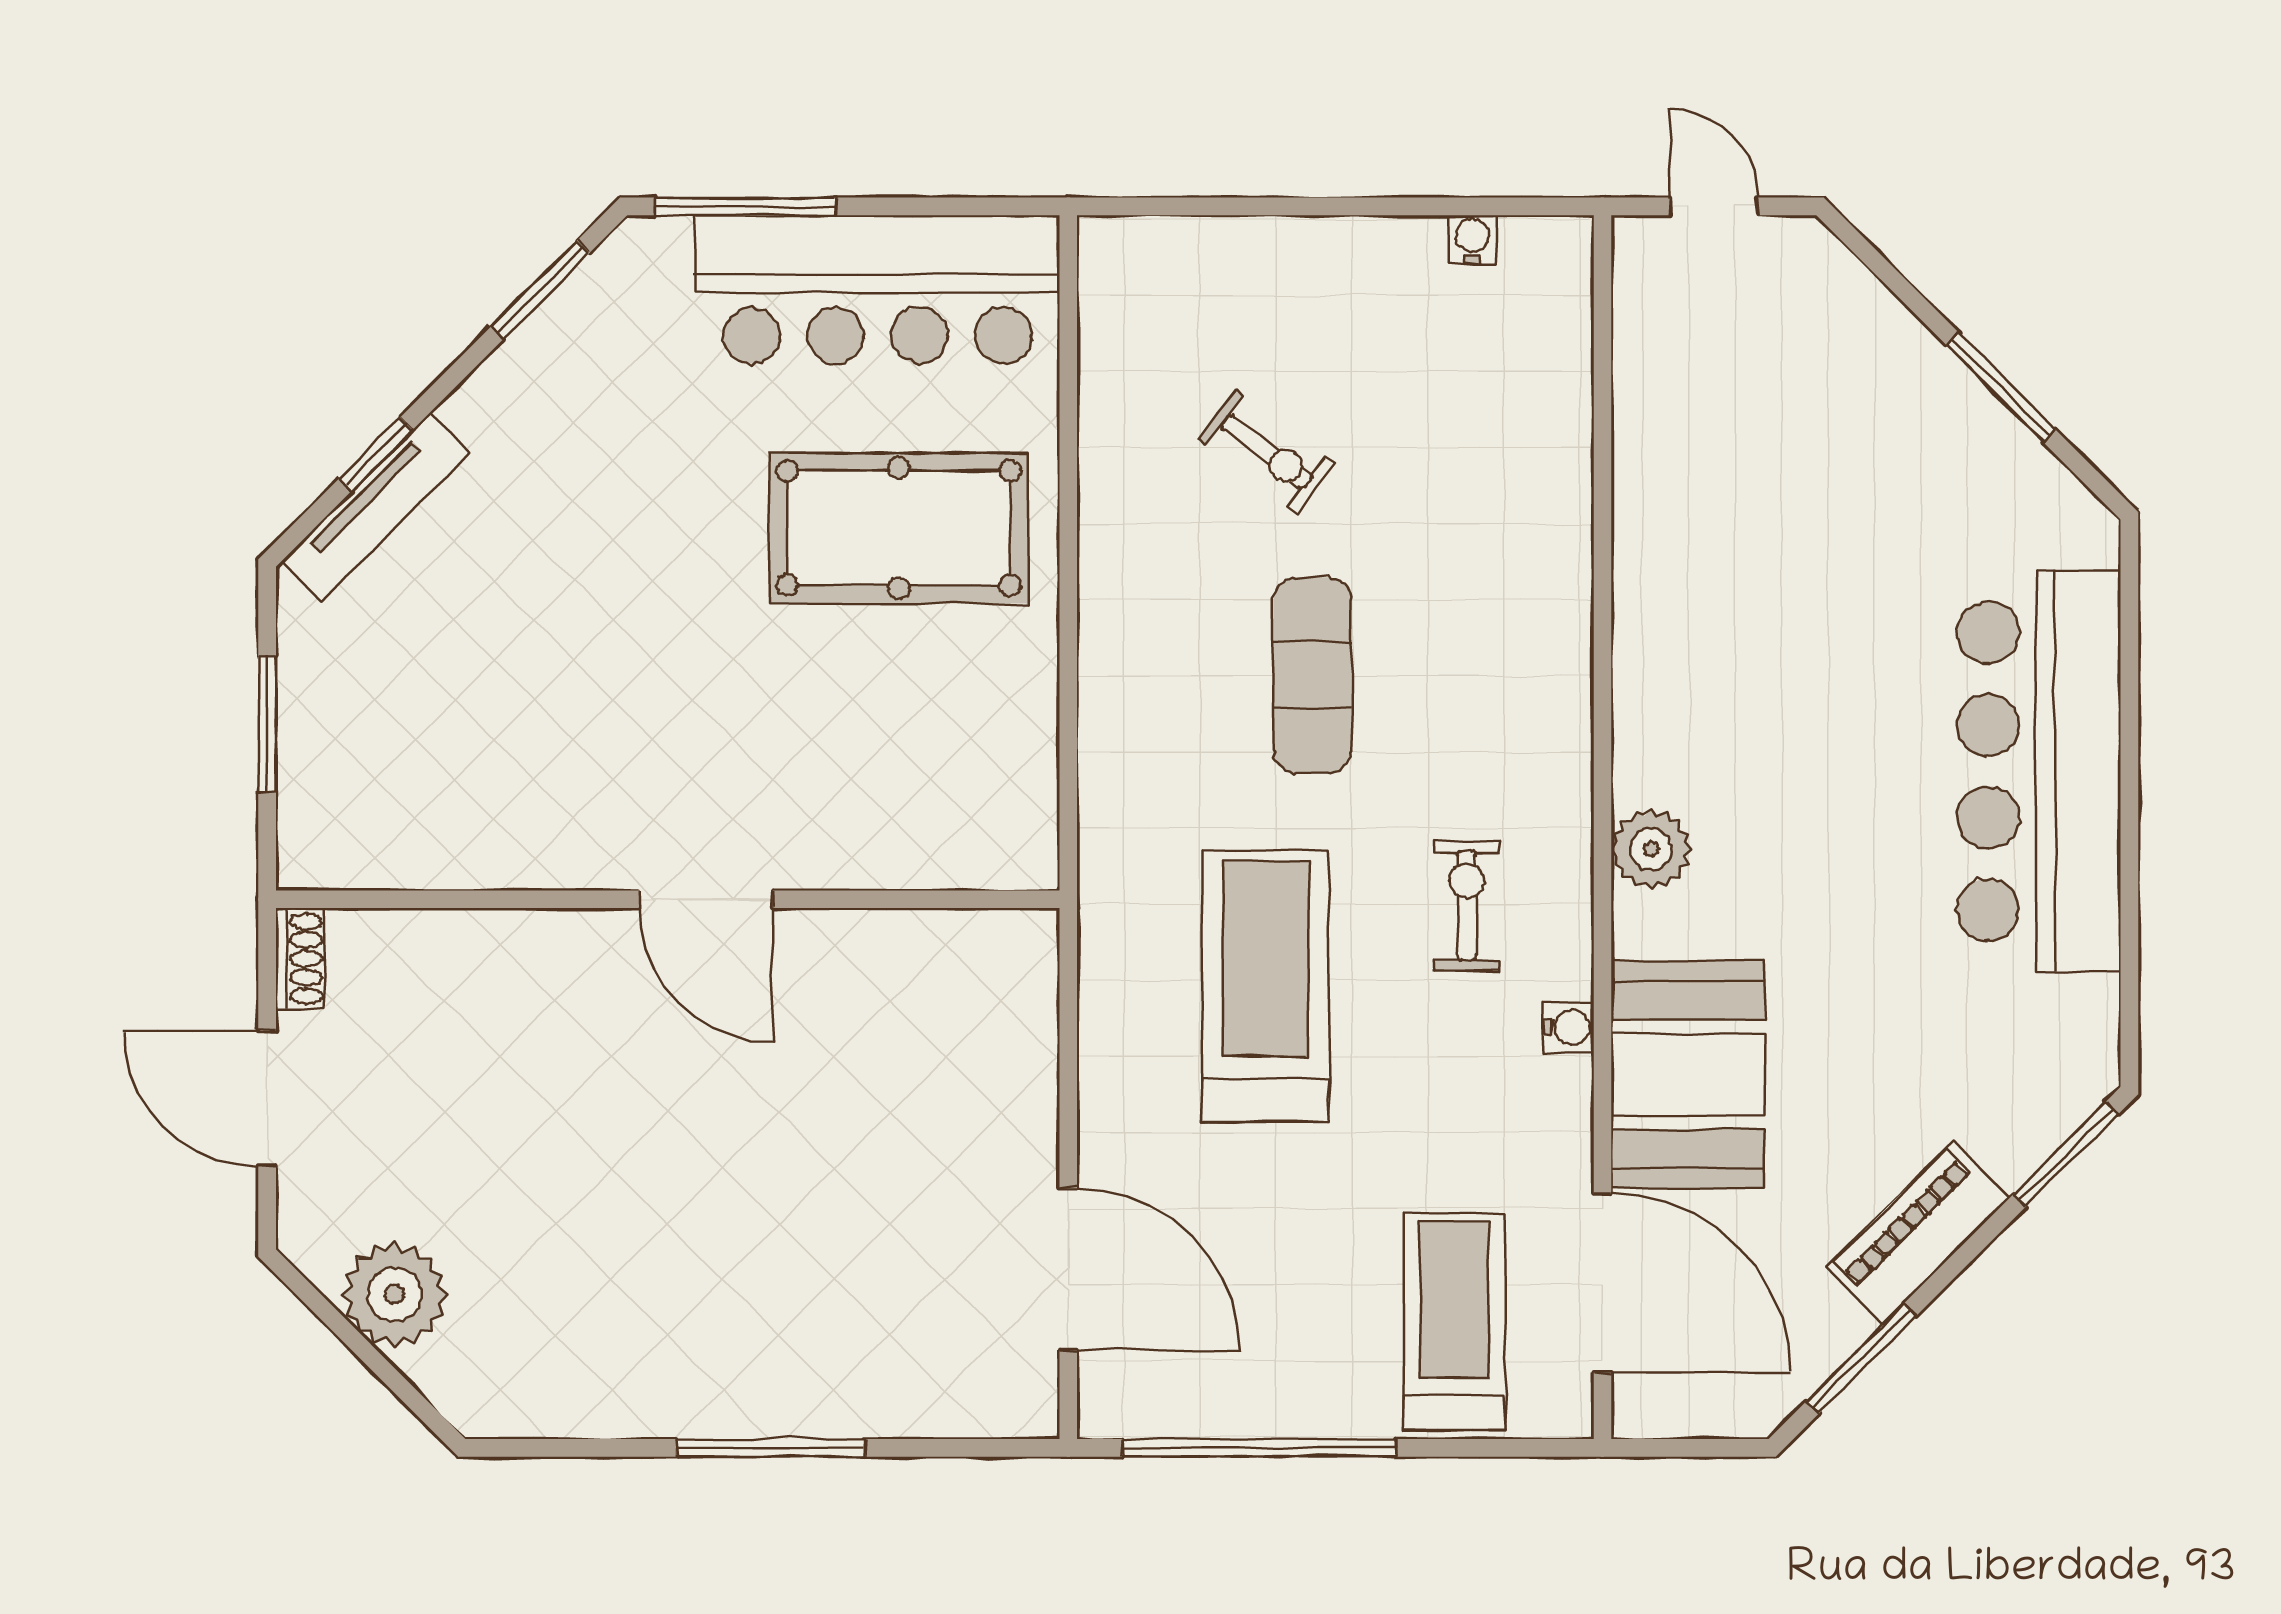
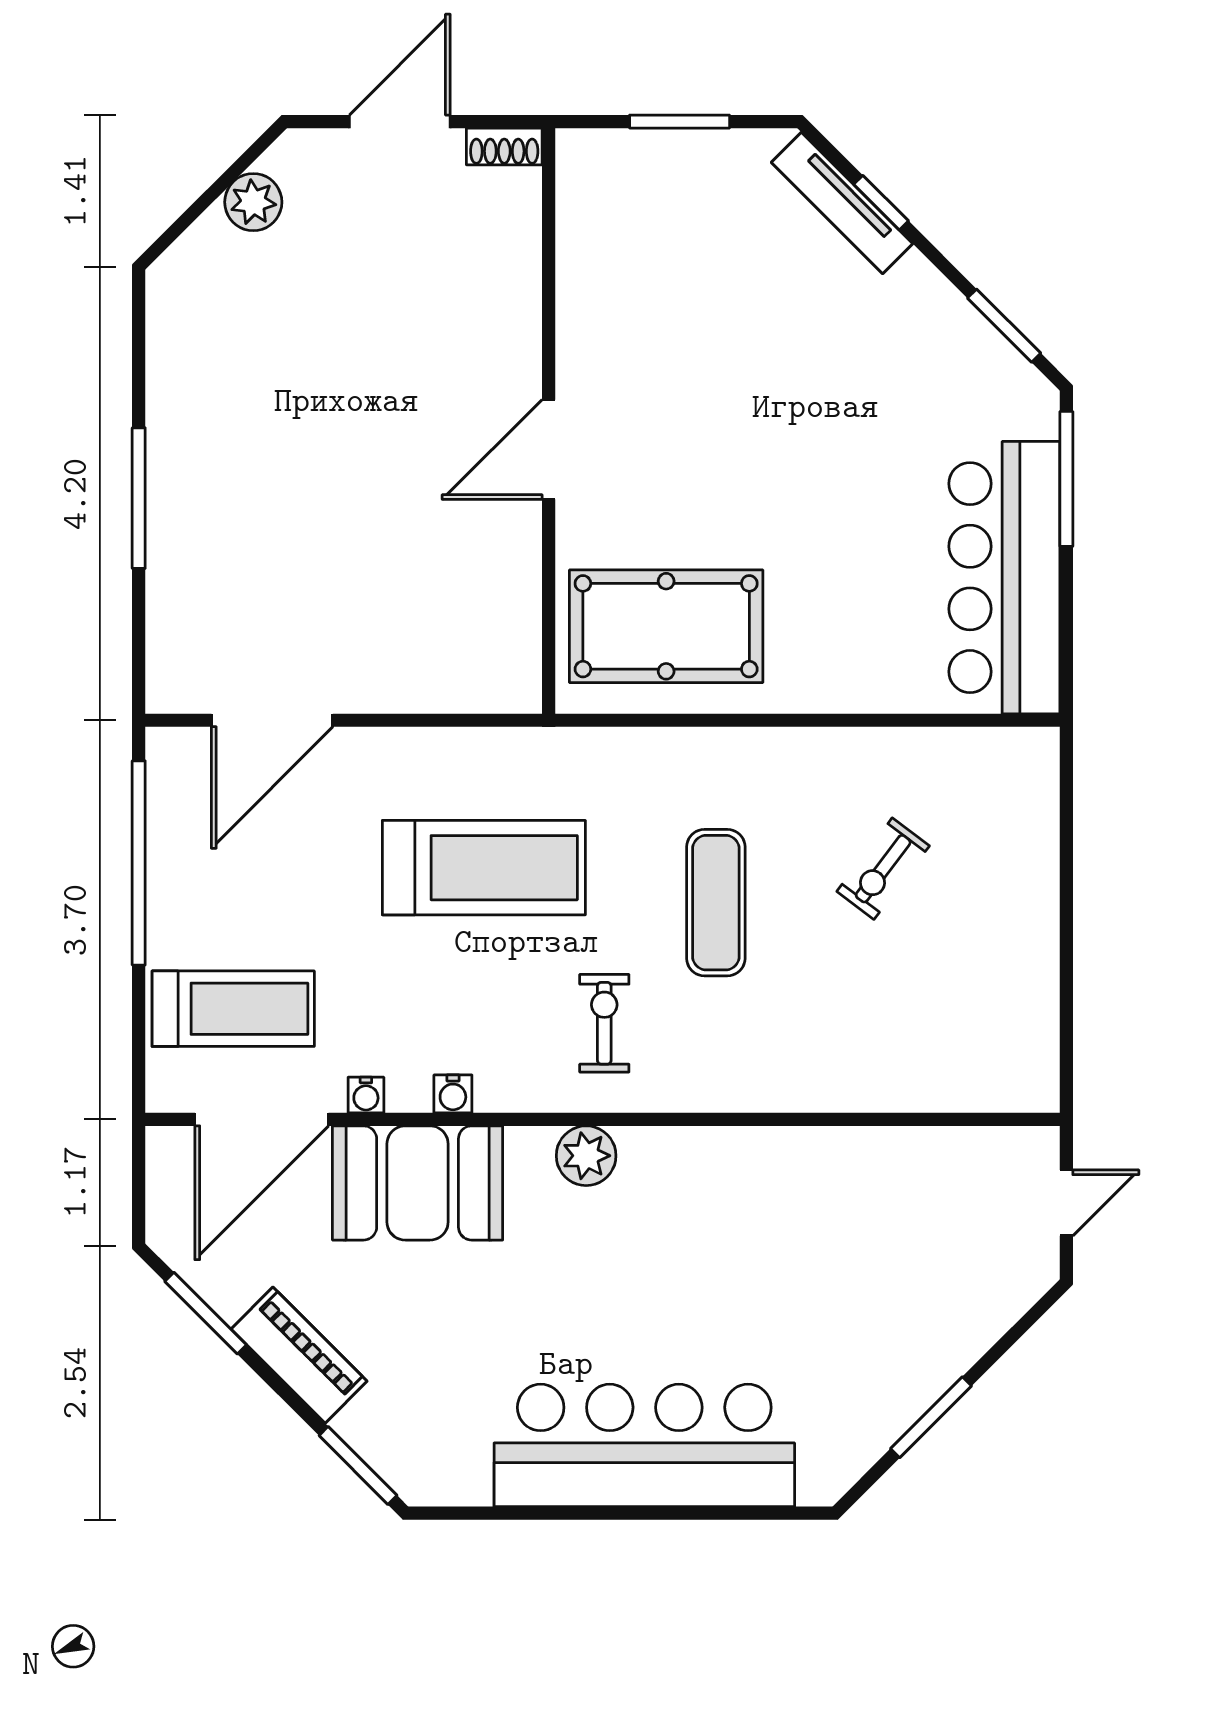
water cooler: (1472, 239) -> (366, 1095), moved, turned 90
pool table: (899, 528) -> (666, 626), moved, turned 90
exercise mat: (1312, 675) -> (716, 903), turned 90
exercise bike: (1467, 906) -> (604, 1023), moved, turned -90
plant: (395, 1295) -> (253, 202), width x0.73, depth x0.73

